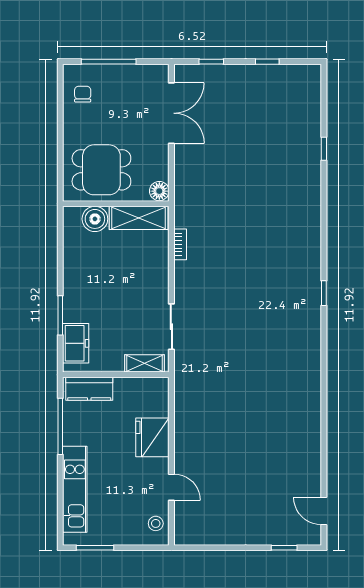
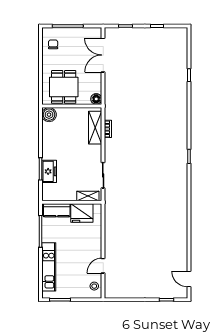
double door: (171, 113) -> (103, 55), swing flipped
dining table: (101, 170) -> (64, 87), turned 90
shelving: (139, 218) -> (95, 128), moved, turned 90
boiler: (95, 219) -> (49, 115), moved
freezer: (76, 343) -> (49, 171), moved
fridge: (152, 437) -> (82, 213), moved, turned -90
door: (171, 487) -> (103, 266), swing flipped

